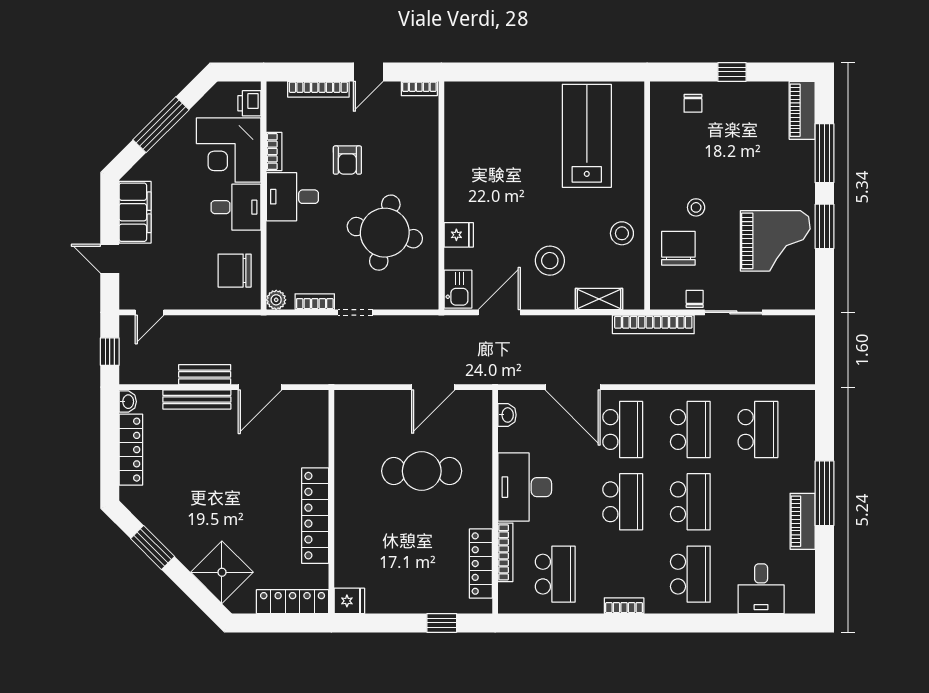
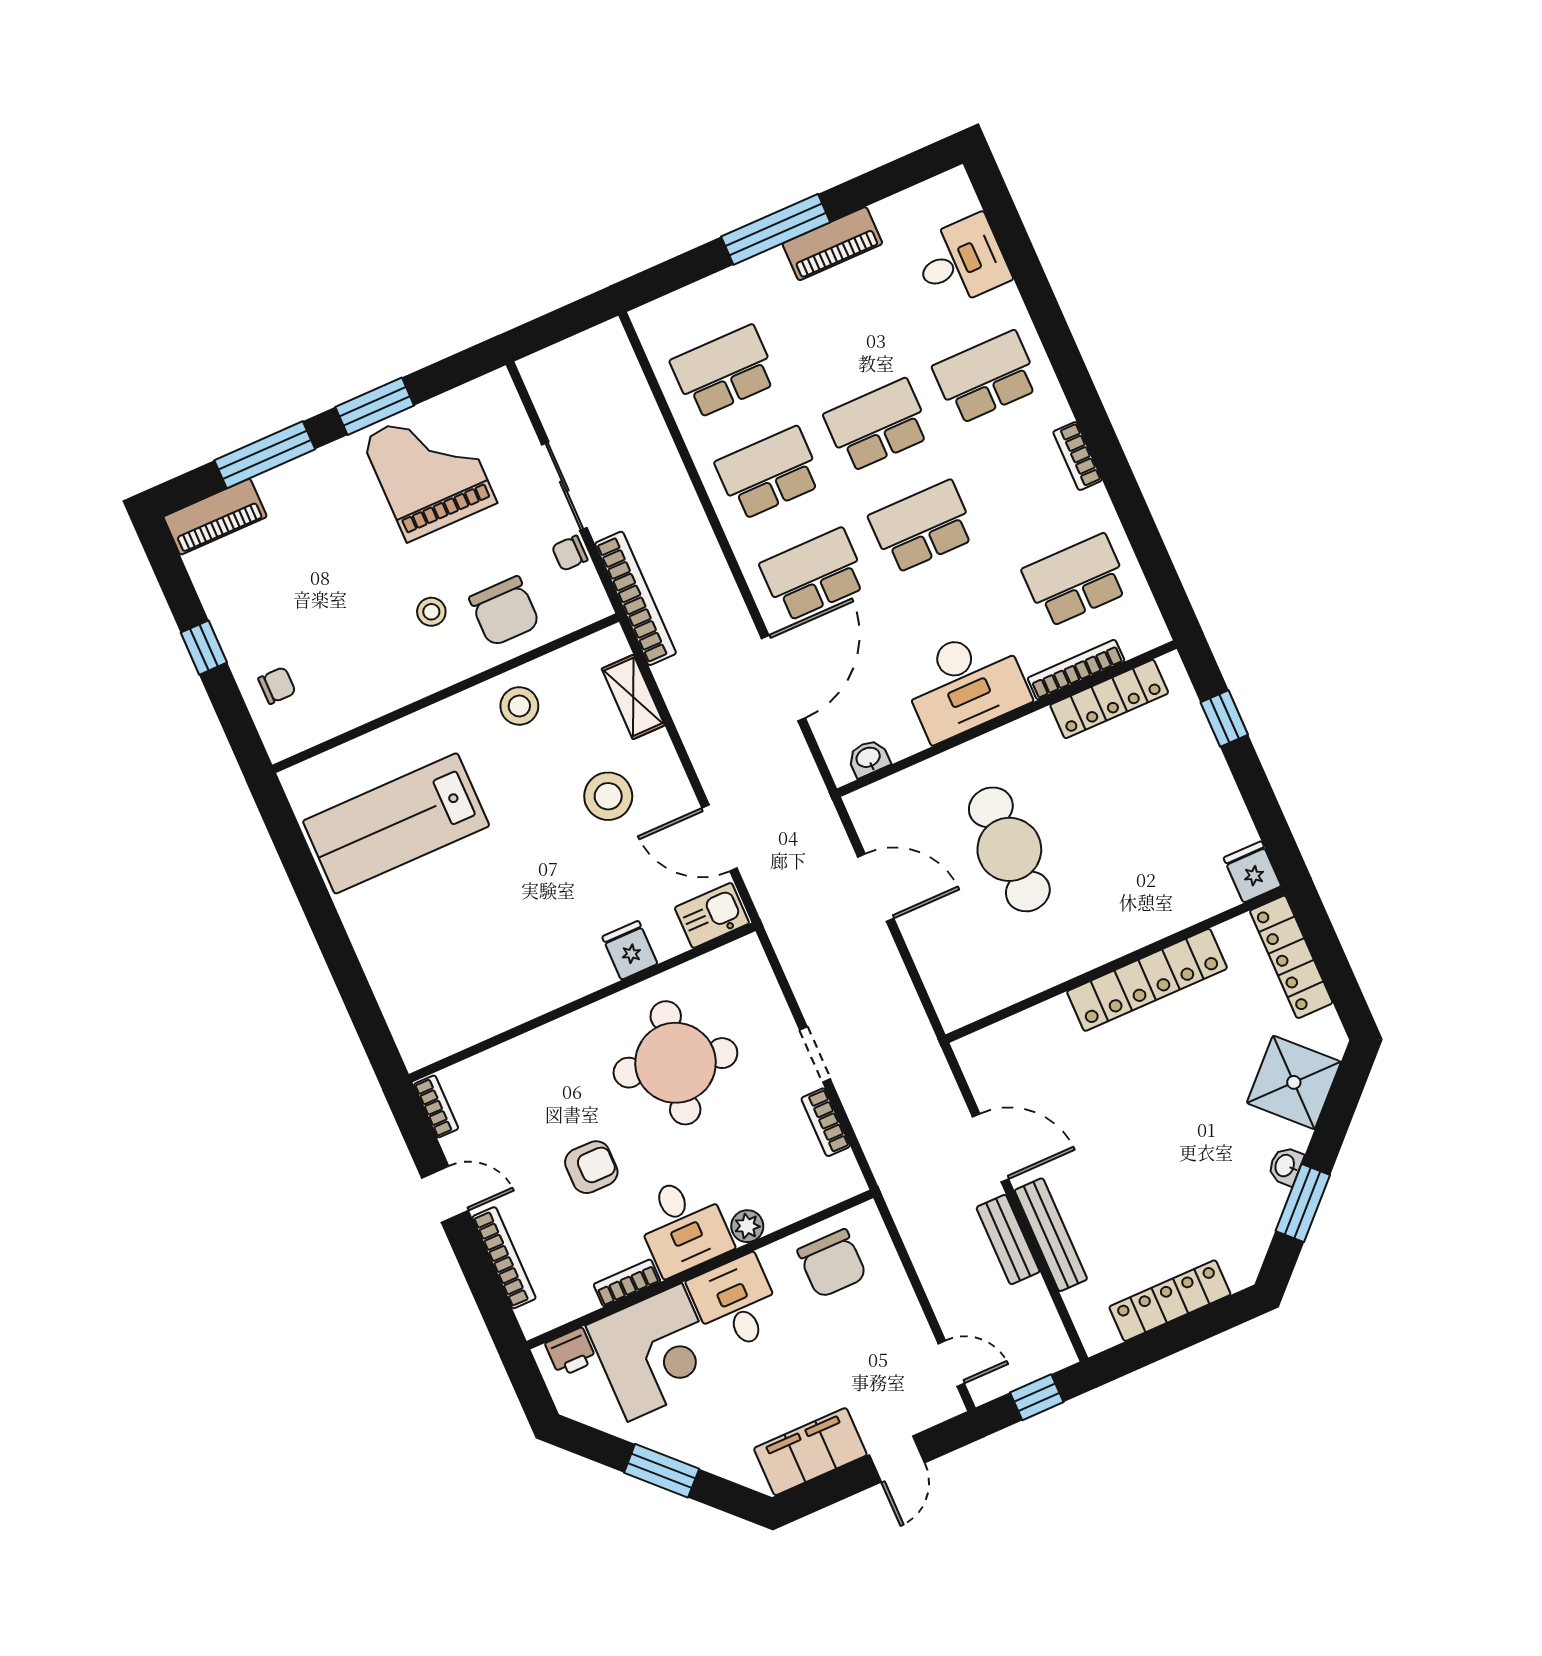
window: (161, 125) -> (662, 1471), width x0.69
chair: (678, 248) -> (504, 611), turned -90
plant: (276, 300) -> (747, 1226), moved
washbasin: (128, 402) -> (1285, 1166), moved, turned -45

